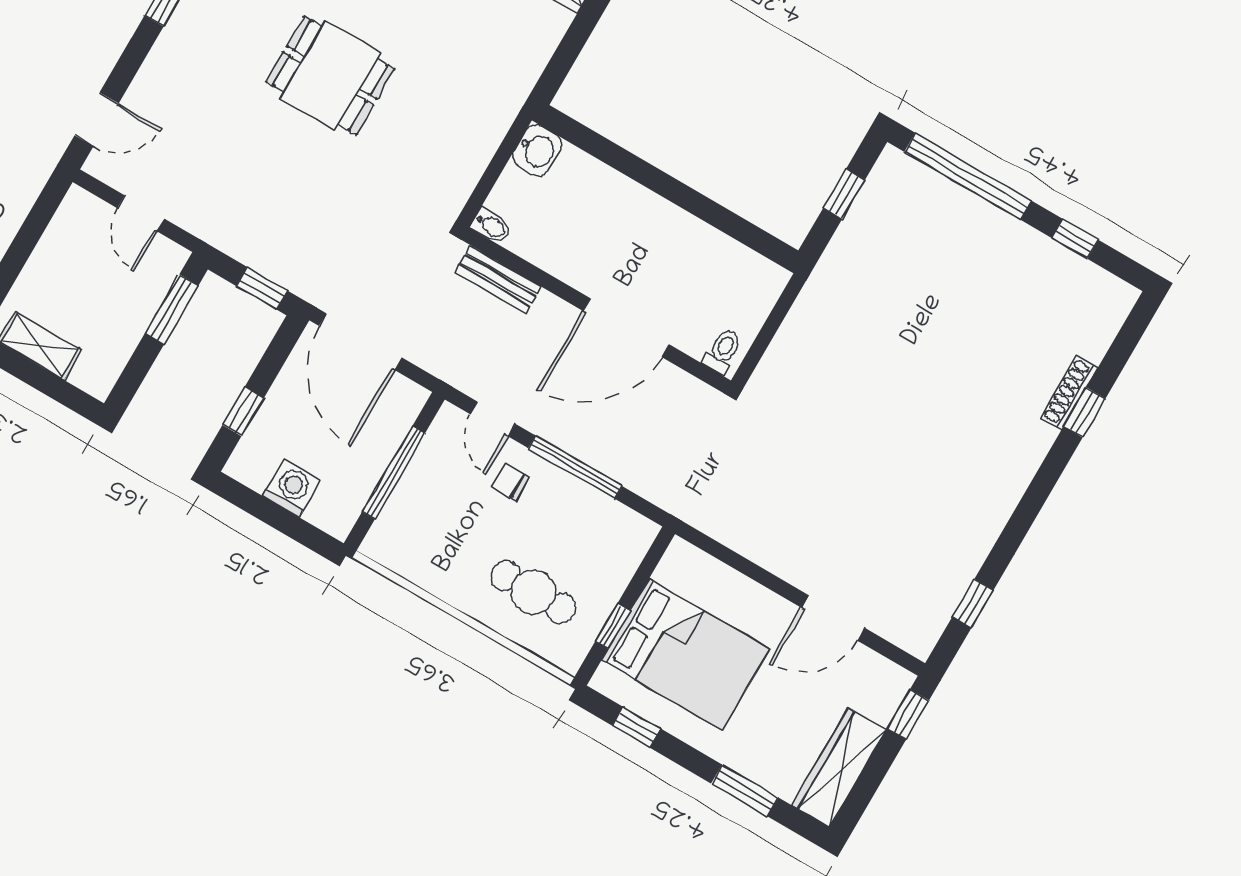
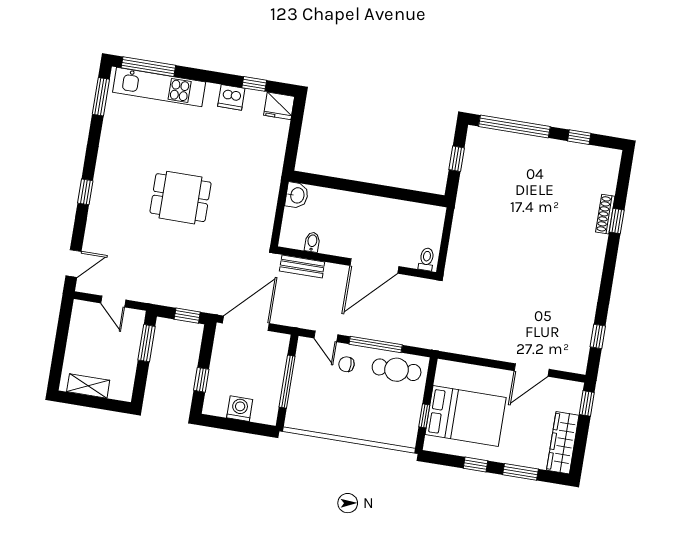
bidet: (491, 226) -> (312, 242), moved, turned -90
door: (361, 342) -> (246, 323), swing flipped
cafe table: (533, 592) -> (397, 370), moved
window: (636, 727) -> (475, 465), moved

